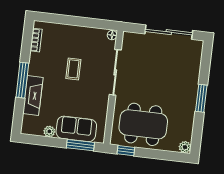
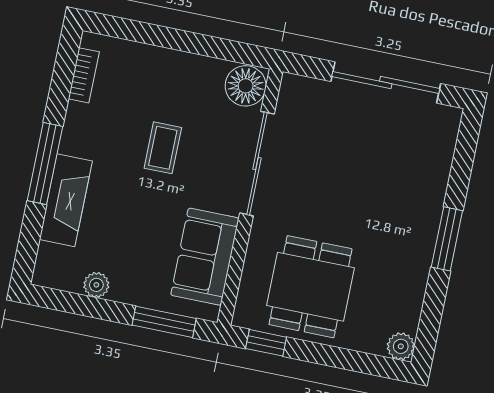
floor lamp: (112, 35) -> (246, 86), width x1.89, depth x1.89
dining table: (143, 124) -> (311, 287), width x0.73
sofa: (76, 129) -> (205, 257), moved, turned -90

